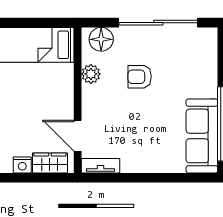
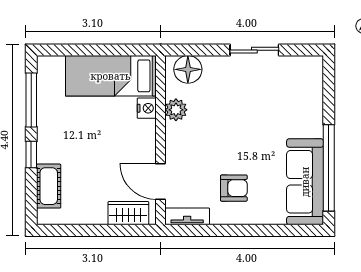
sliding door: (158, 23) -> (254, 50), width x0.54
armchair: (140, 77) -> (234, 188), moved, turned 180
nightstand: (22, 165) -> (147, 108), moved, turned -90

